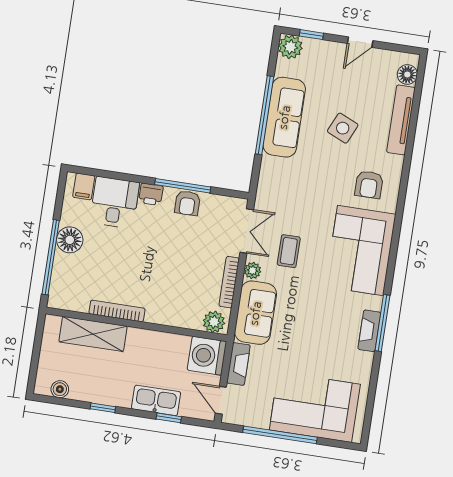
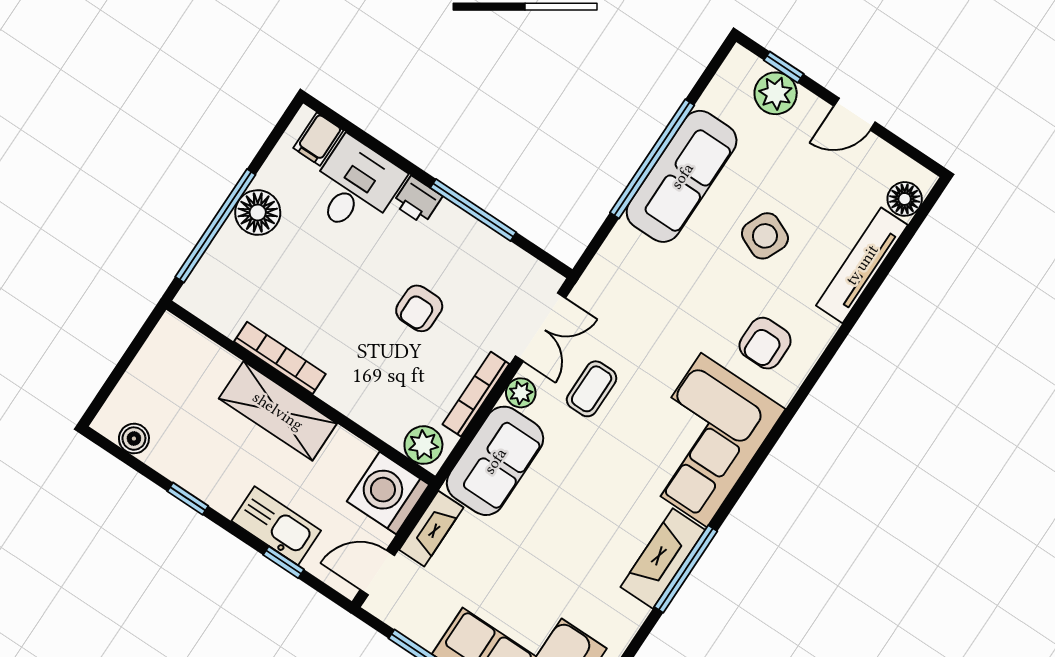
plant: (290, 47) -> (776, 93), moved
armchair: (187, 203) -> (419, 308), moved
fireplace: (369, 331) -> (663, 558), width x1.37, depth x1.32
shelving: (93, 334) -> (278, 411), moved
door: (221, 400) -> (377, 573), hinge flipped

